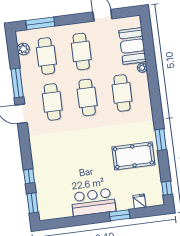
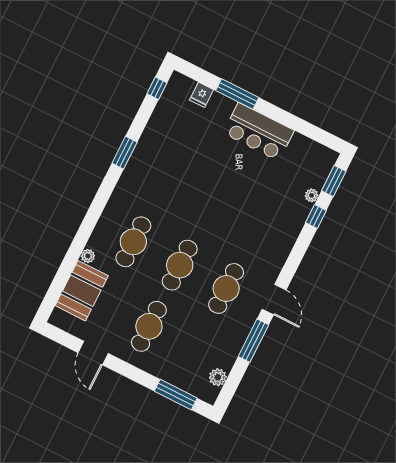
cafe table: (46, 56) -> (195, 350), removed
pool table: (133, 156) -> (171, 155), removed
plant: (40, 186) -> (312, 195), added
window: (120, 215) -> (237, 94), width x1.44

